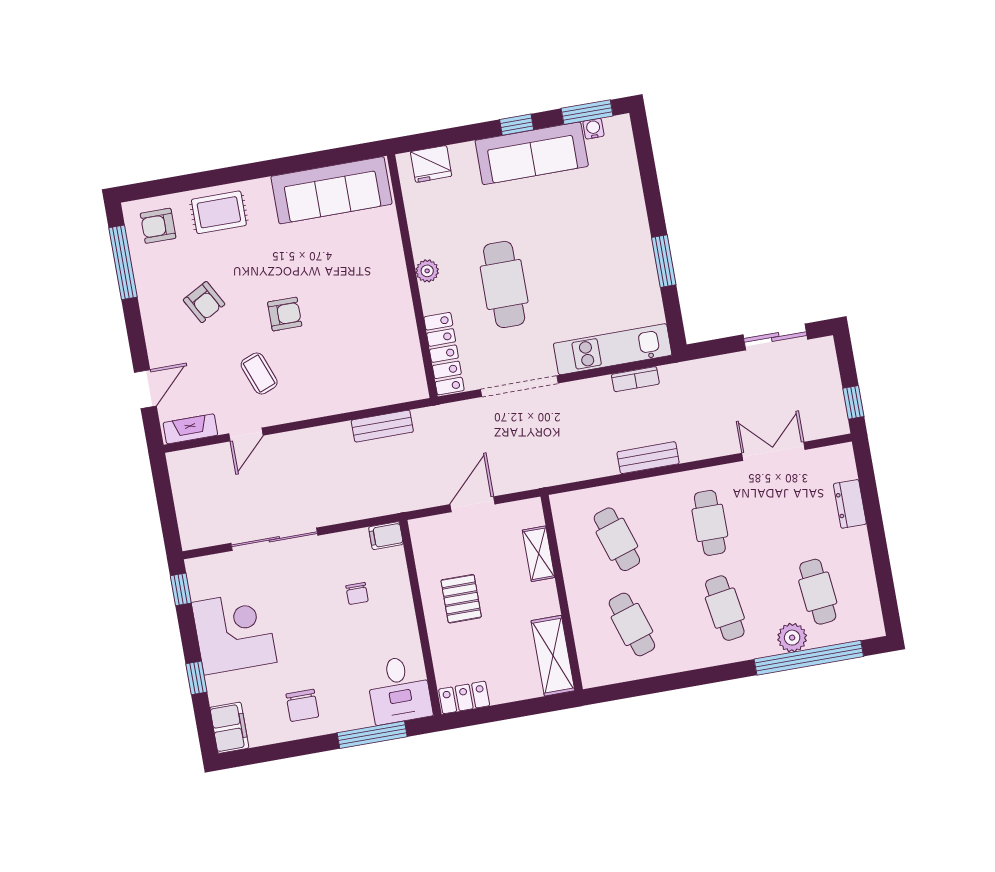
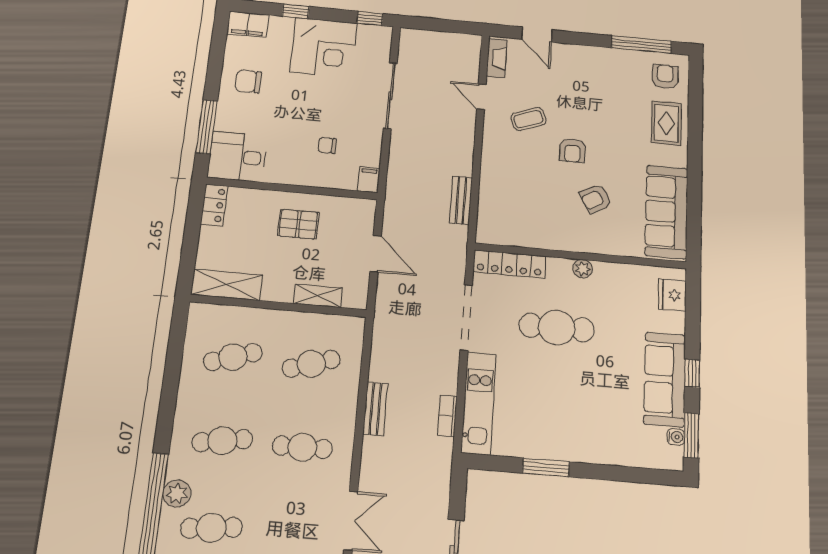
armchair: (204, 302) -> (596, 199), moved

